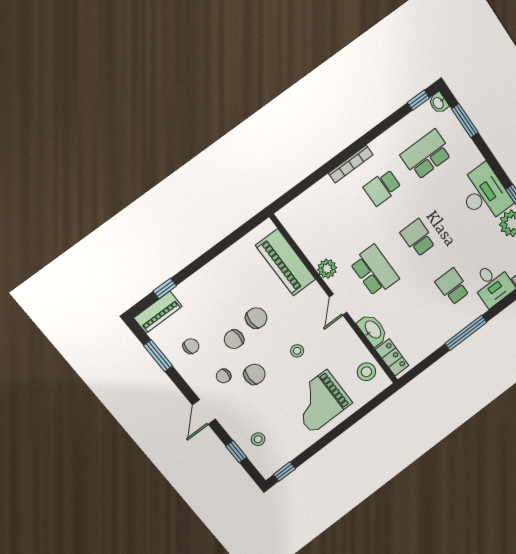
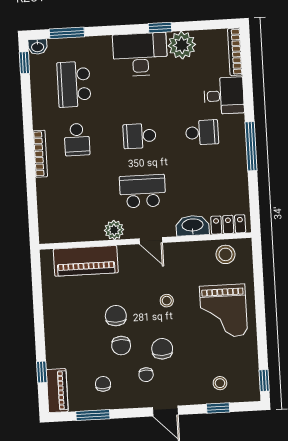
school desk: (453, 287) -> (202, 132), turned 180

